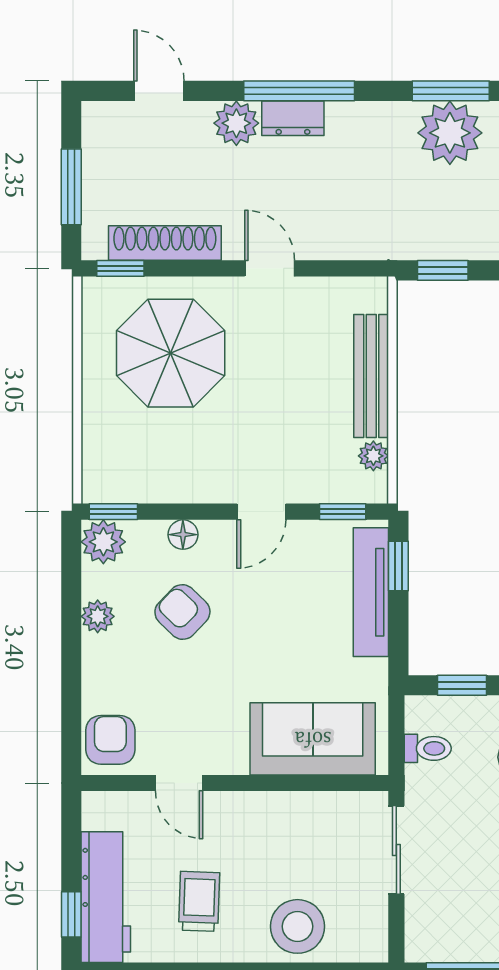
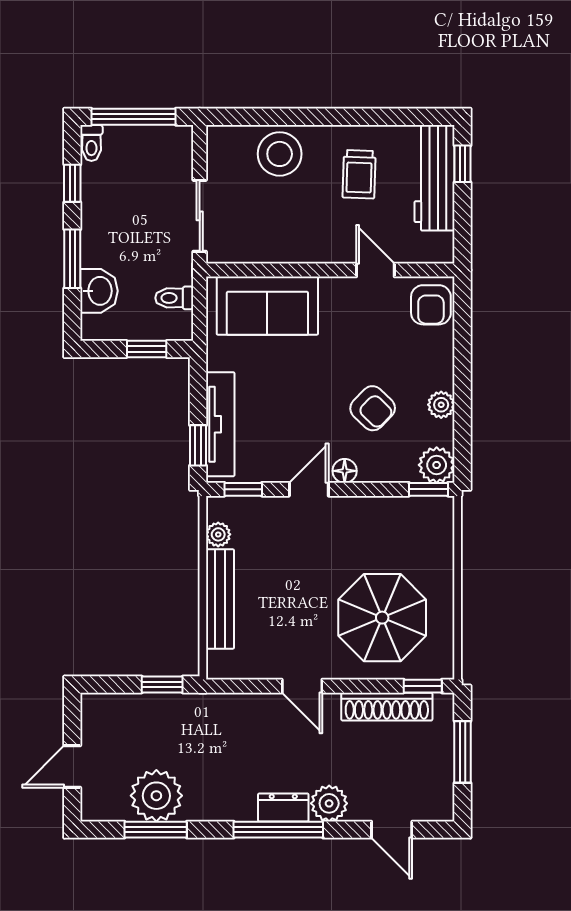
floor lamp: (183, 535) -> (345, 471), moved

